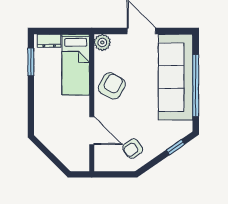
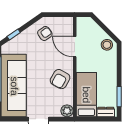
stool: (48, 133) -> (107, 45), added

